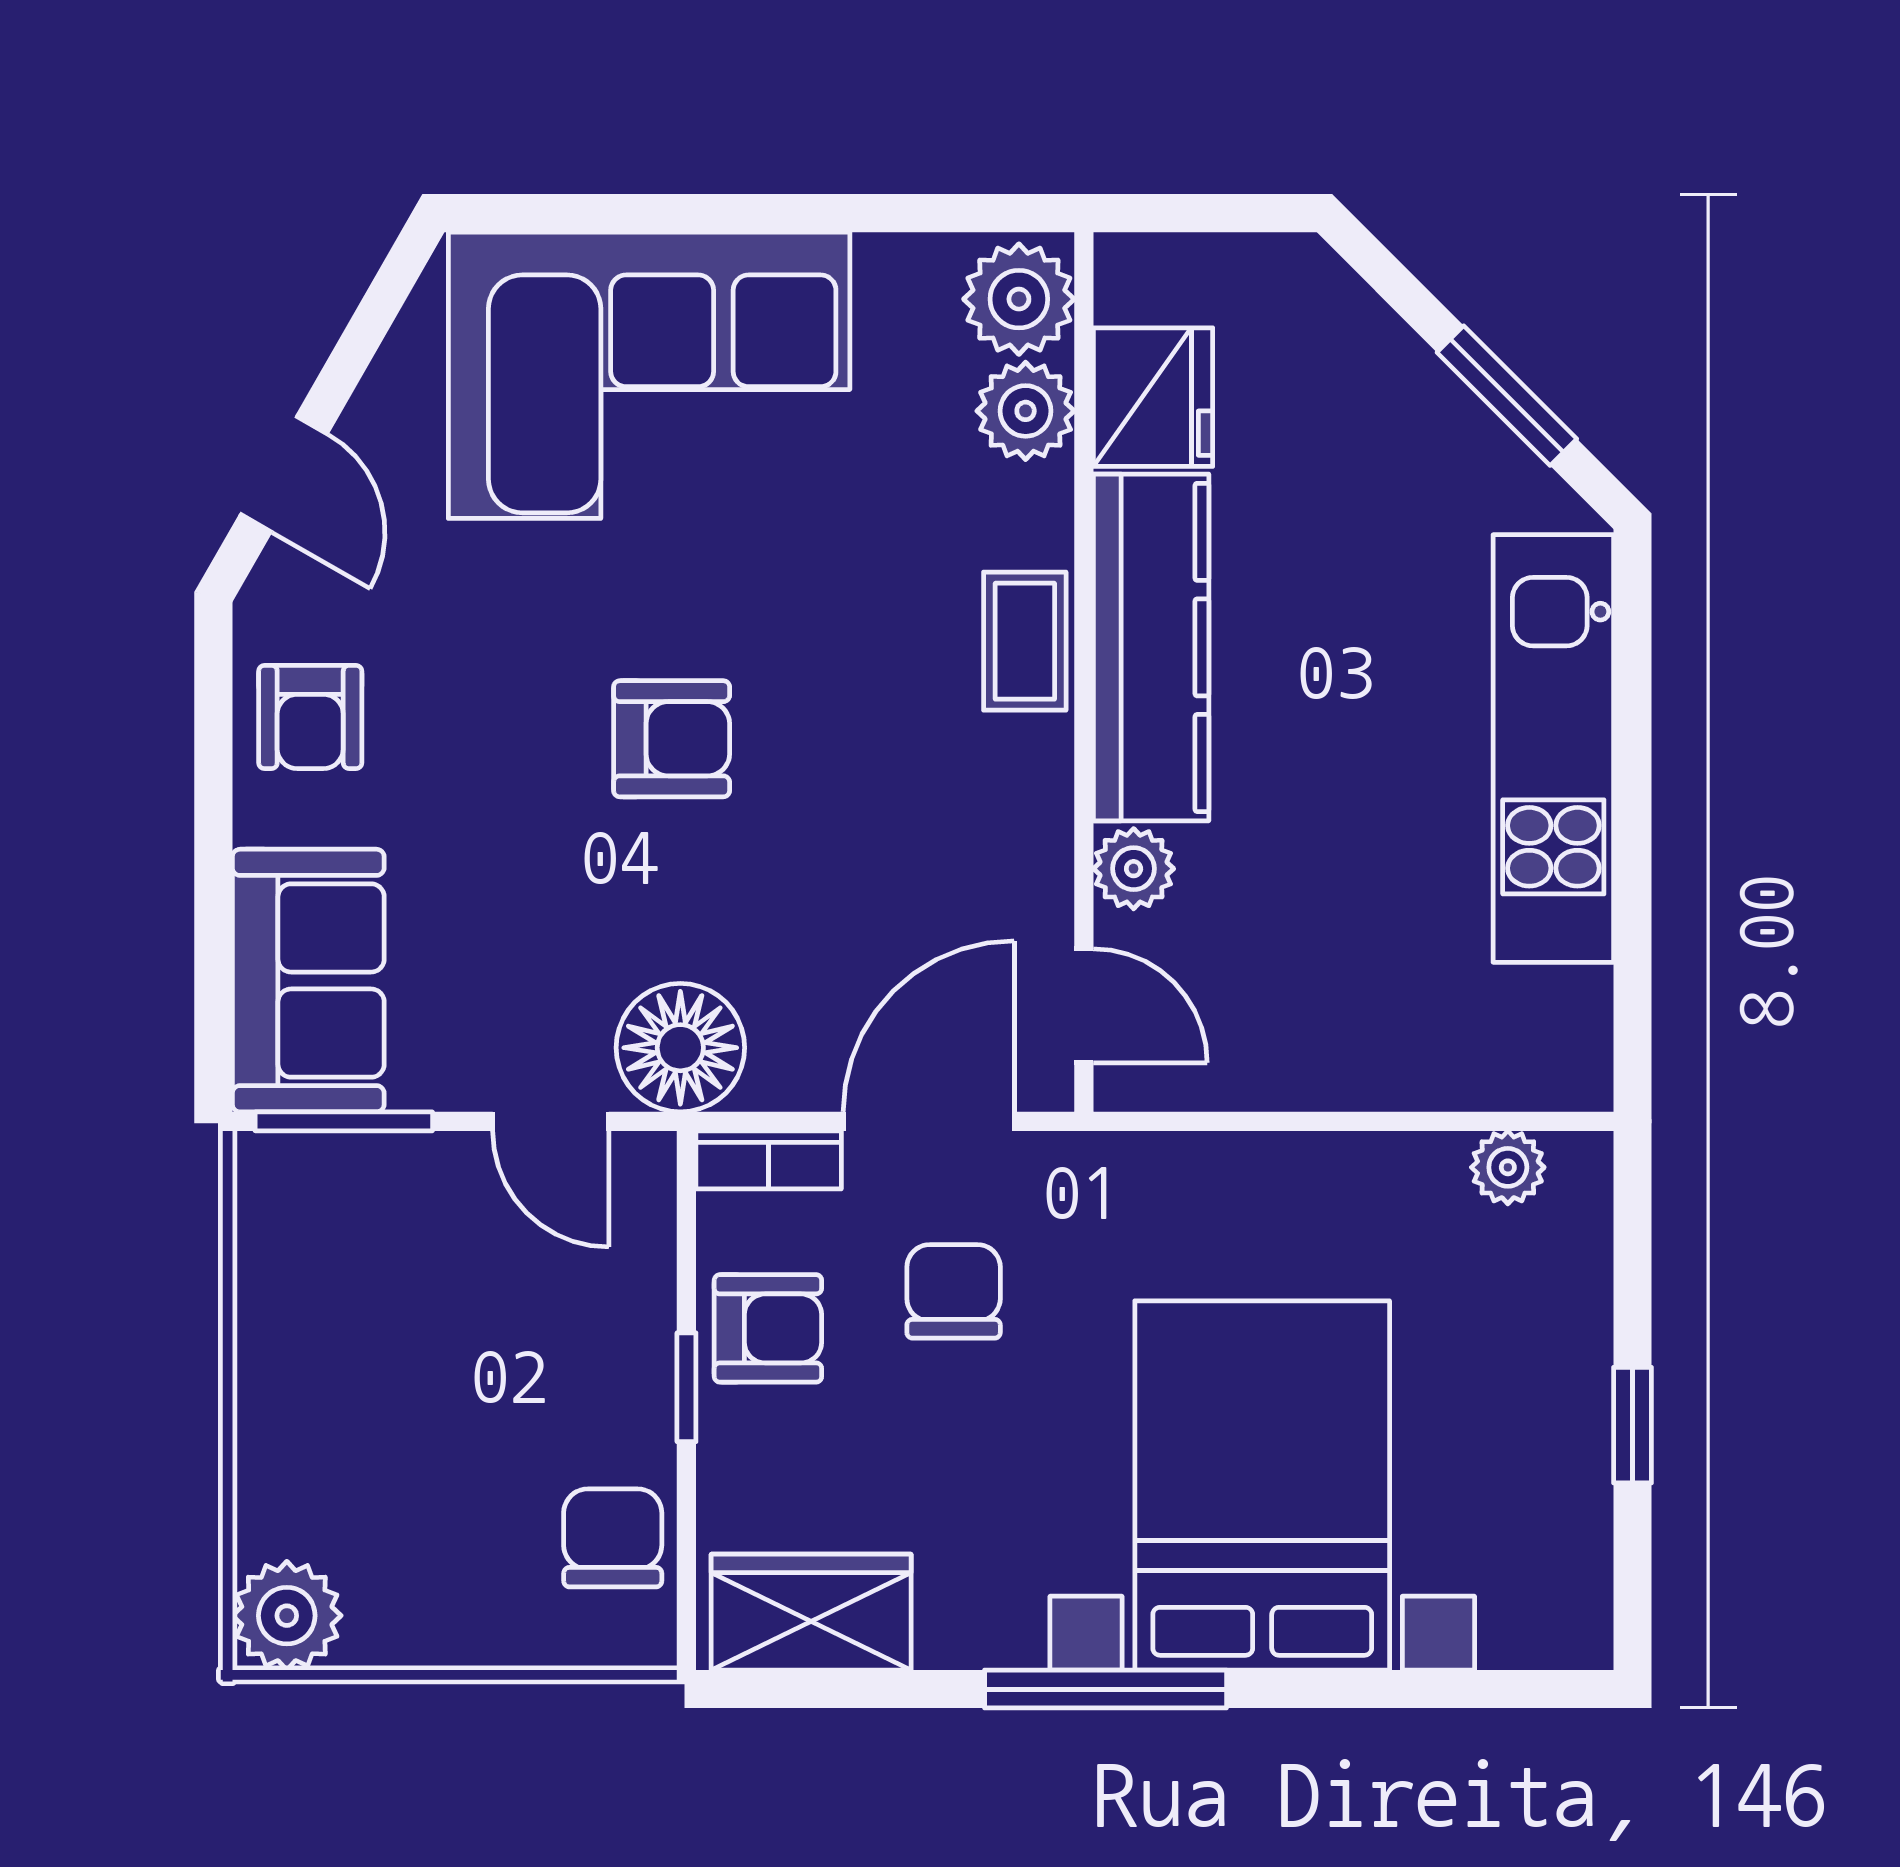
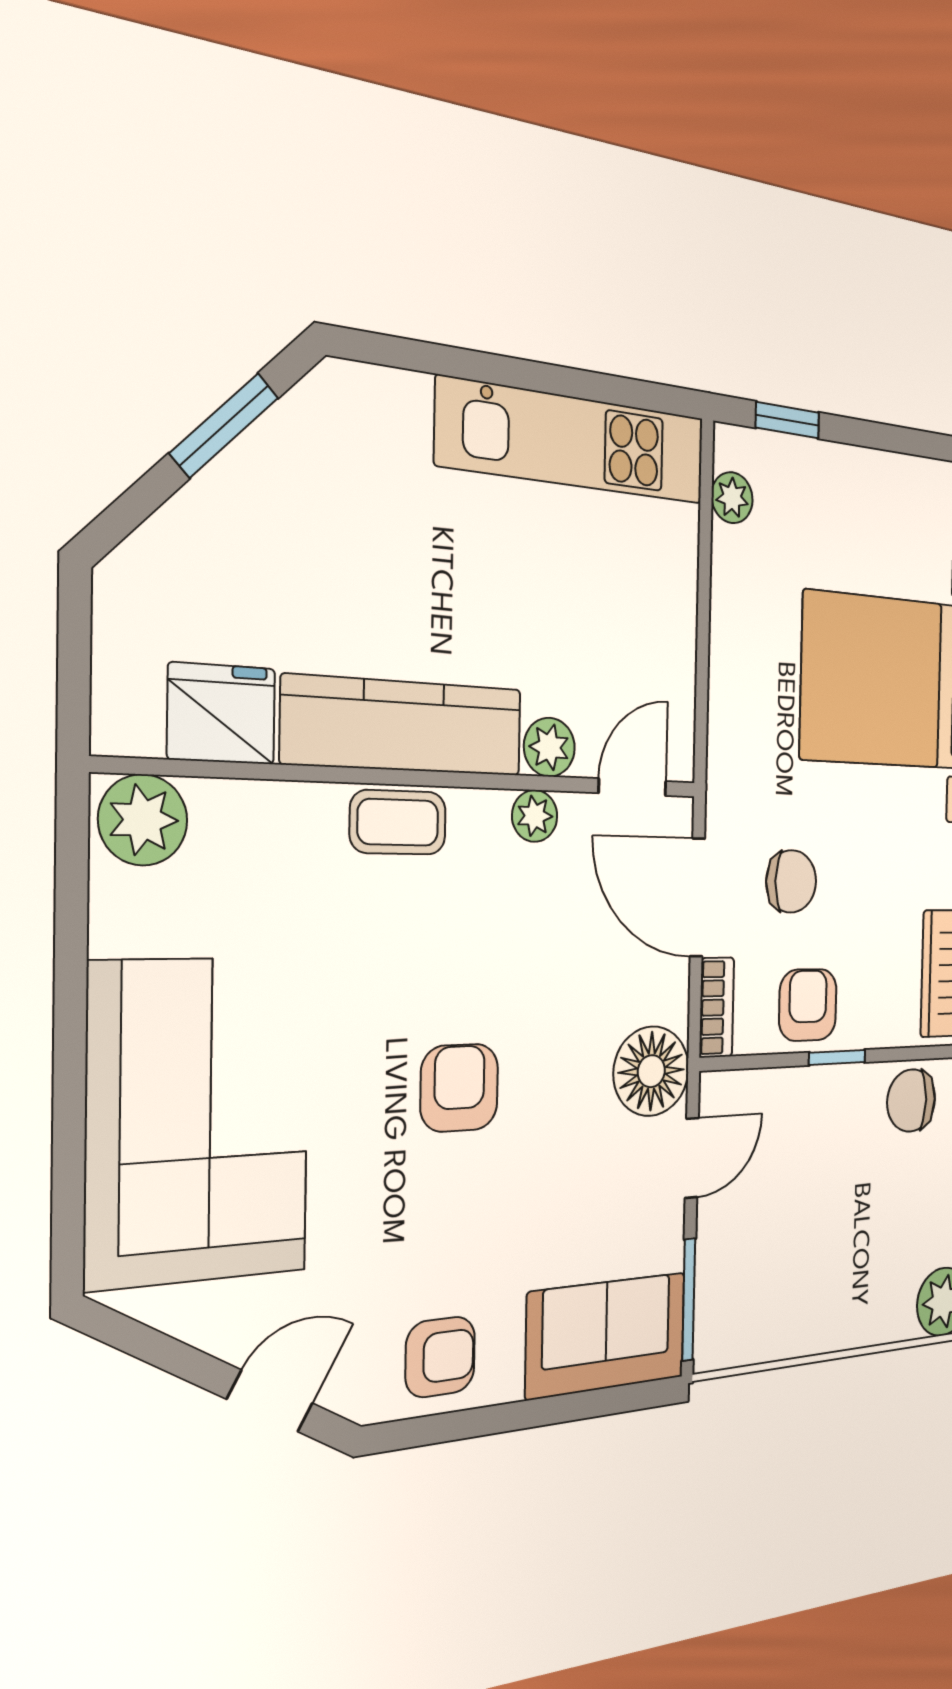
plant: (1026, 411) -> (535, 816), moved, width x0.73, depth x0.73
kitchen unit: (1553, 748) -> (574, 441), moved
chair: (954, 1291) -> (791, 881), turned 180
window: (1633, 1425) -> (787, 420), moved

